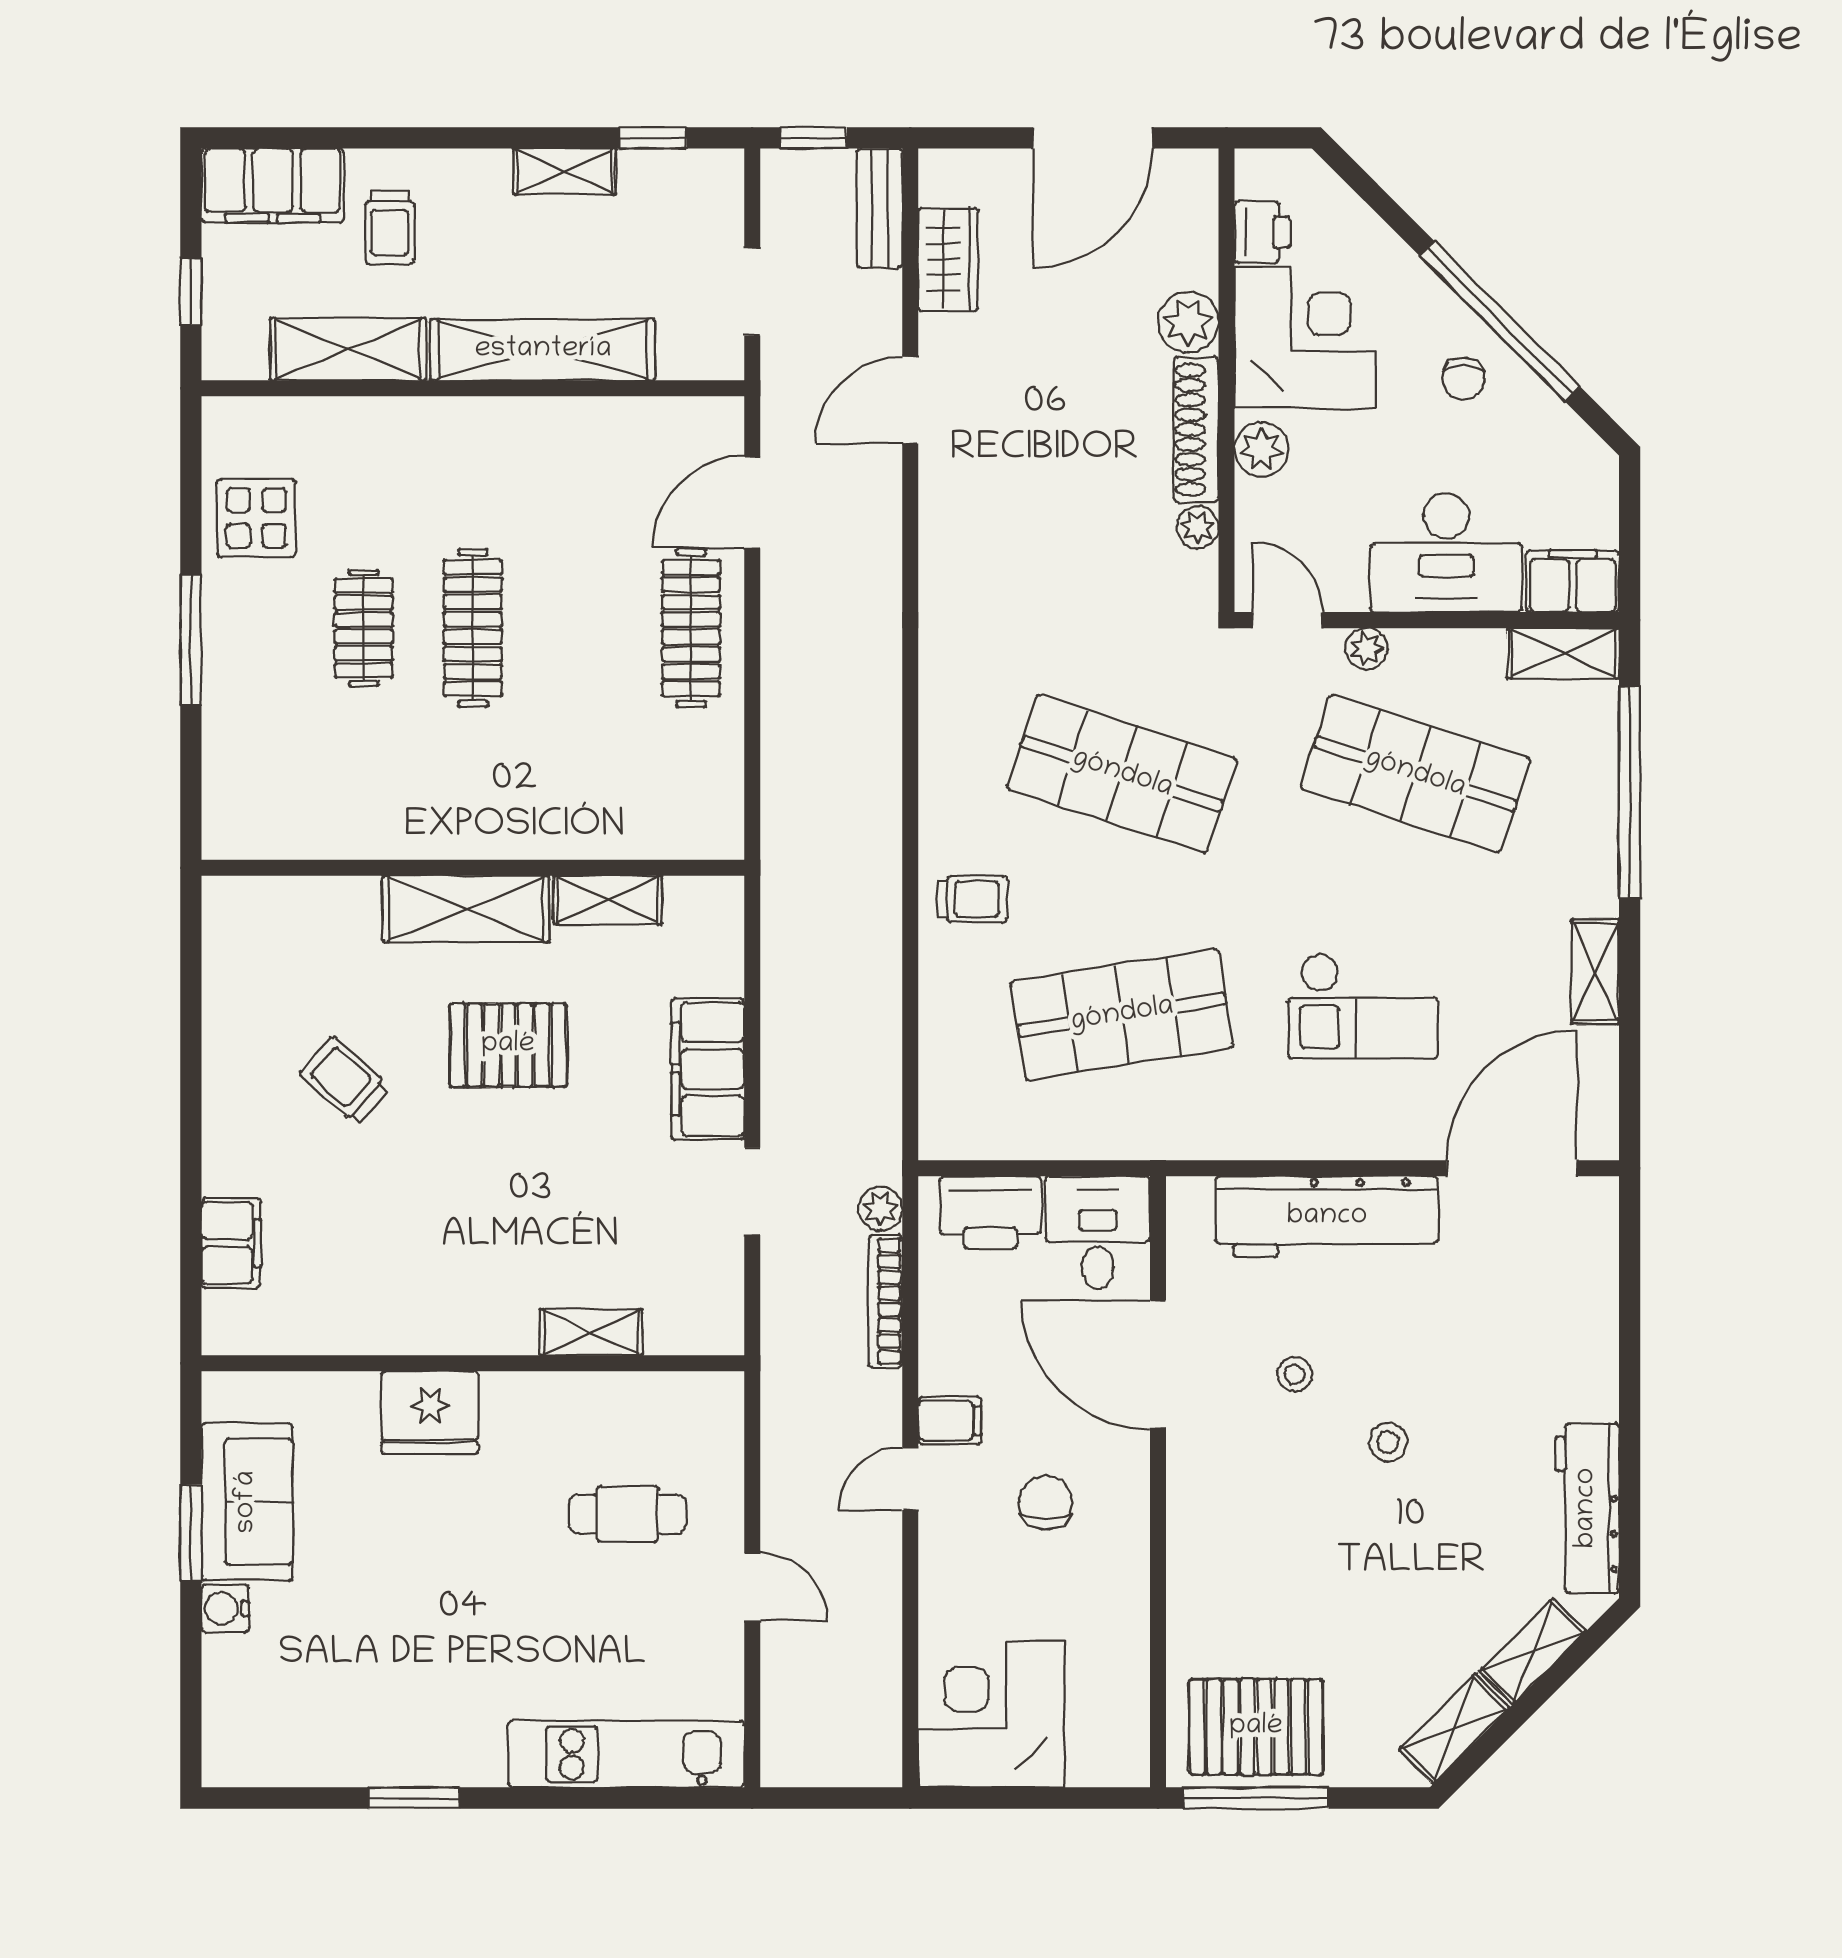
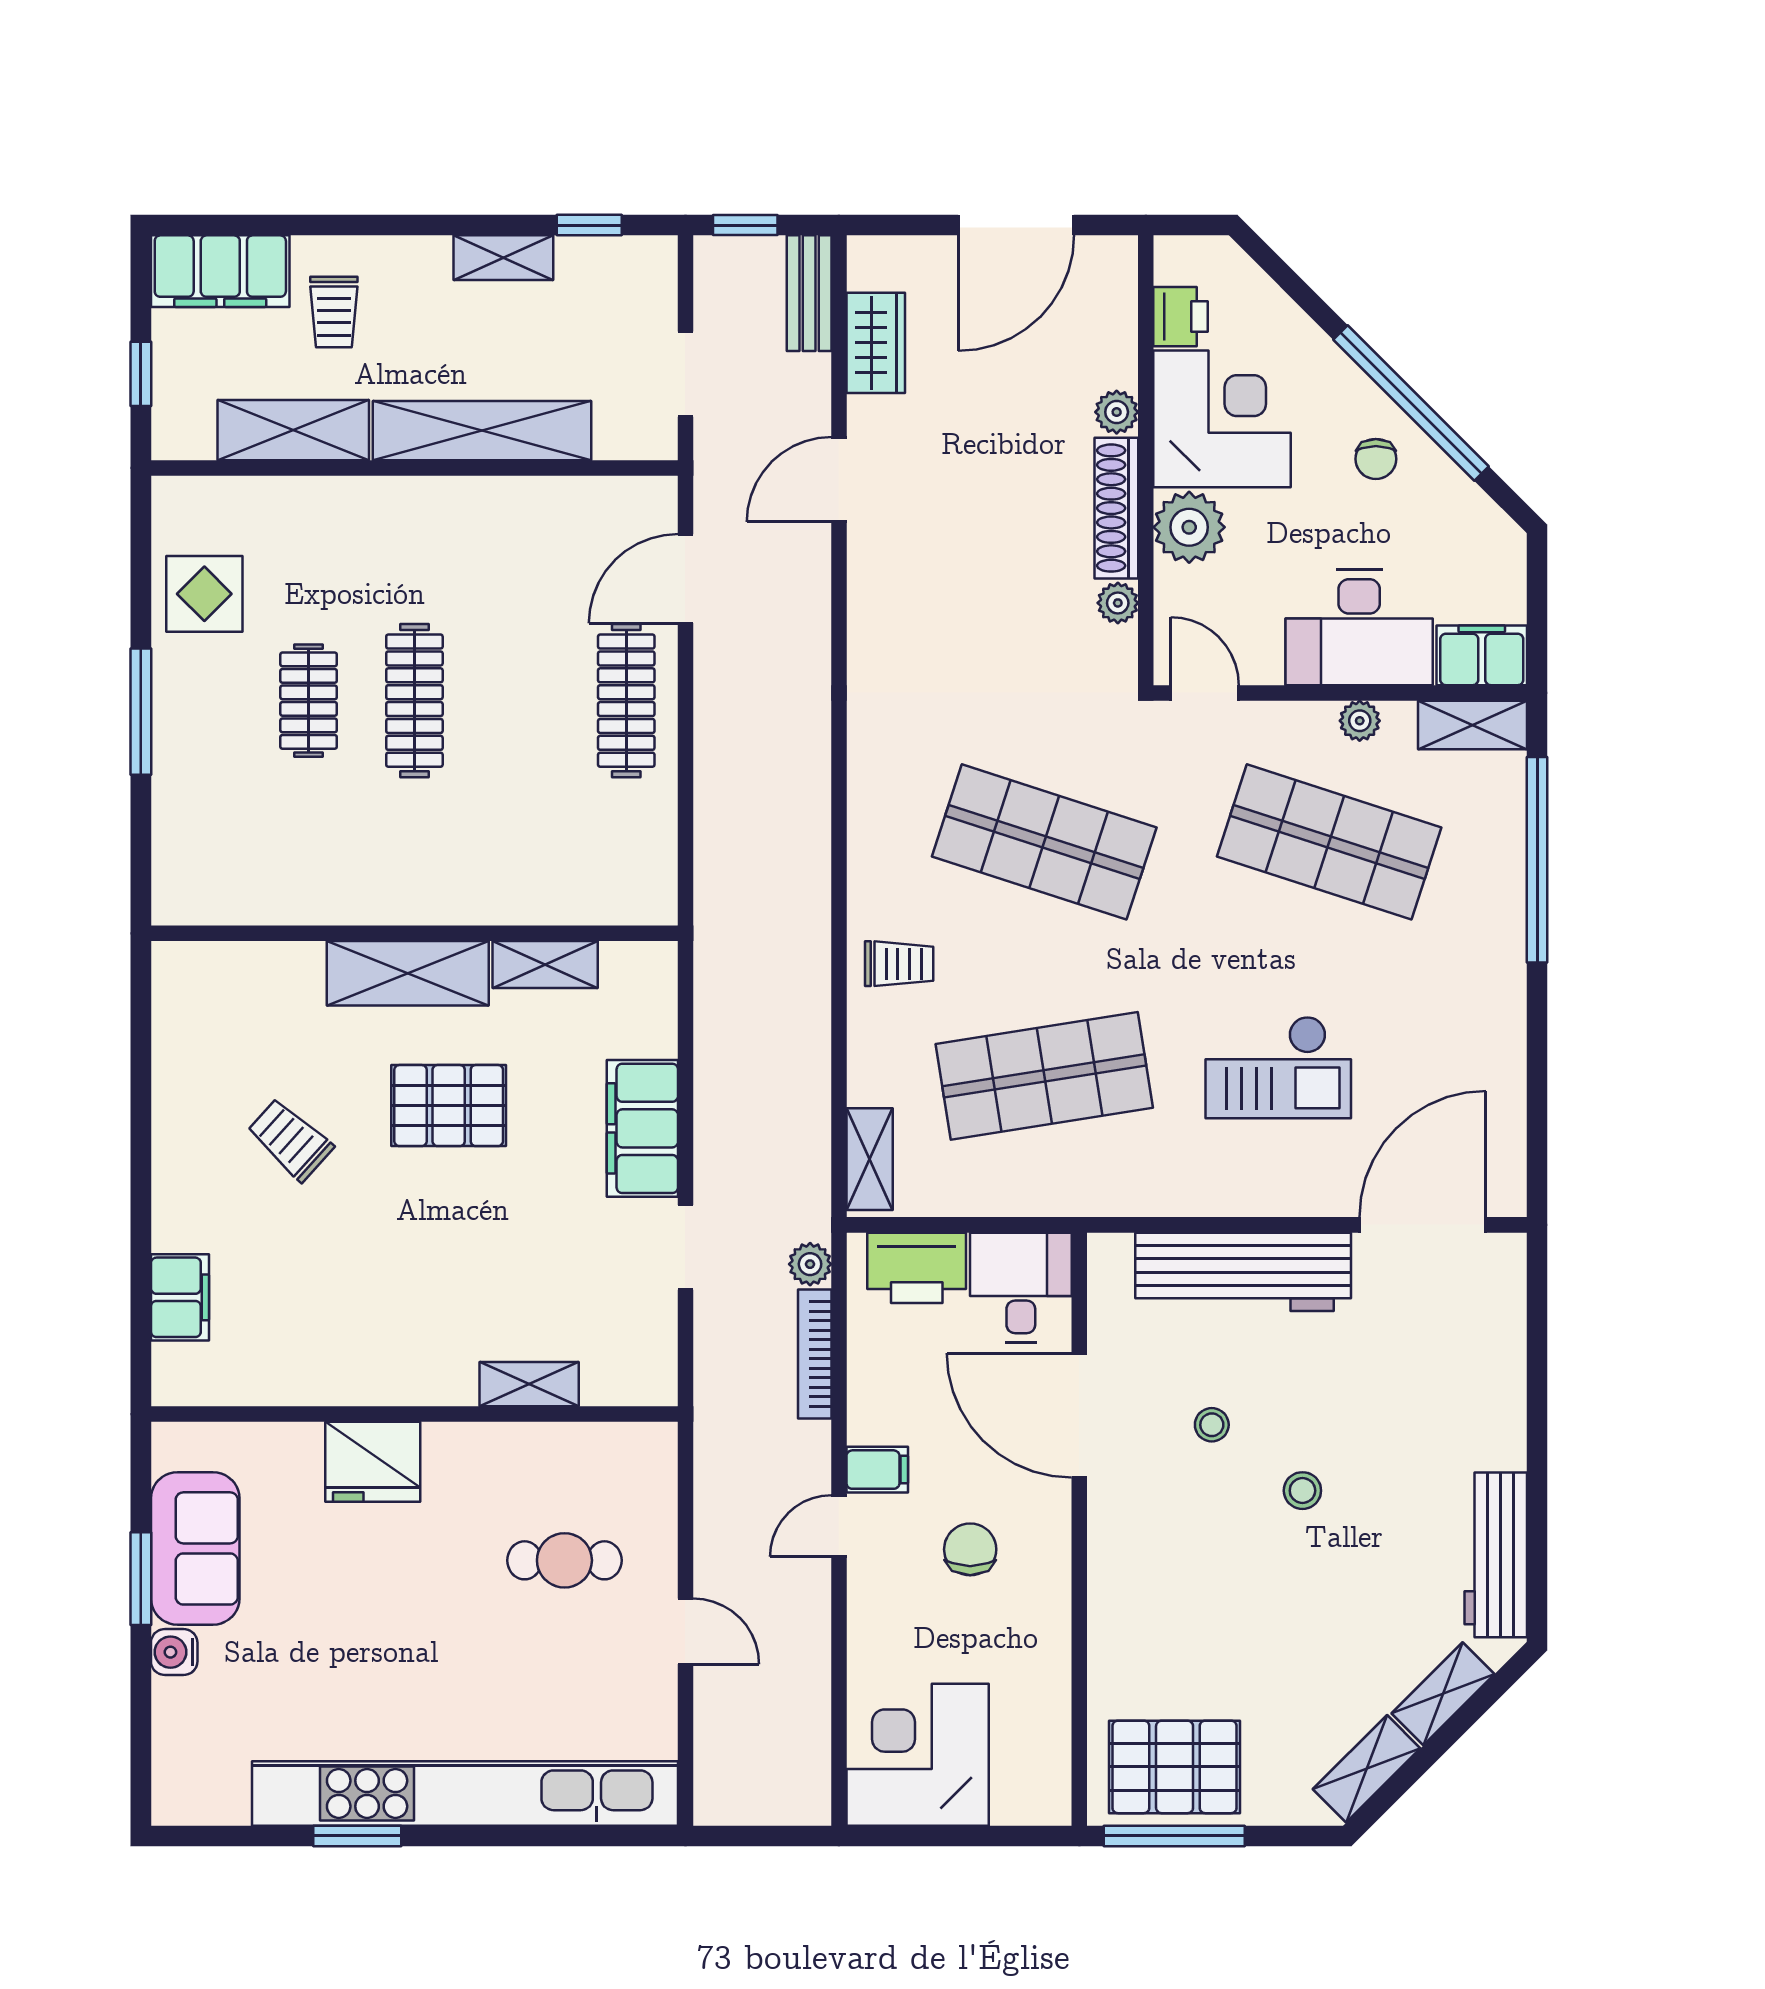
plant: (1188, 322) -> (1117, 412), width x0.73, depth x0.73
plant: (1261, 449) -> (1189, 527), width x1.36, depth x1.36
plant: (1366, 649) -> (1360, 721), moved
shelving: (1595, 971) -> (870, 1159), moved
kitchen unit: (626, 1754) -> (465, 1793), width x1.86

